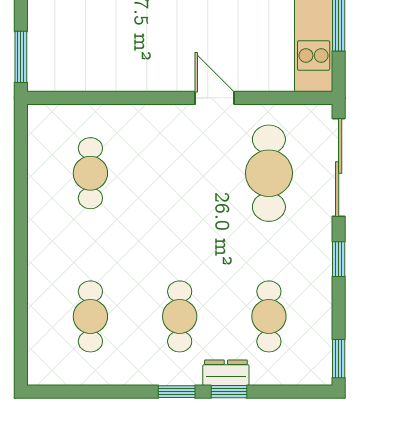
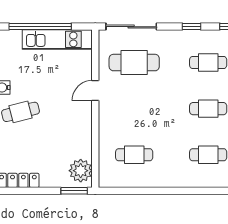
plant: (60, 69) -> (81, 171), added
window: (339, 259) -> (192, 27), moved

